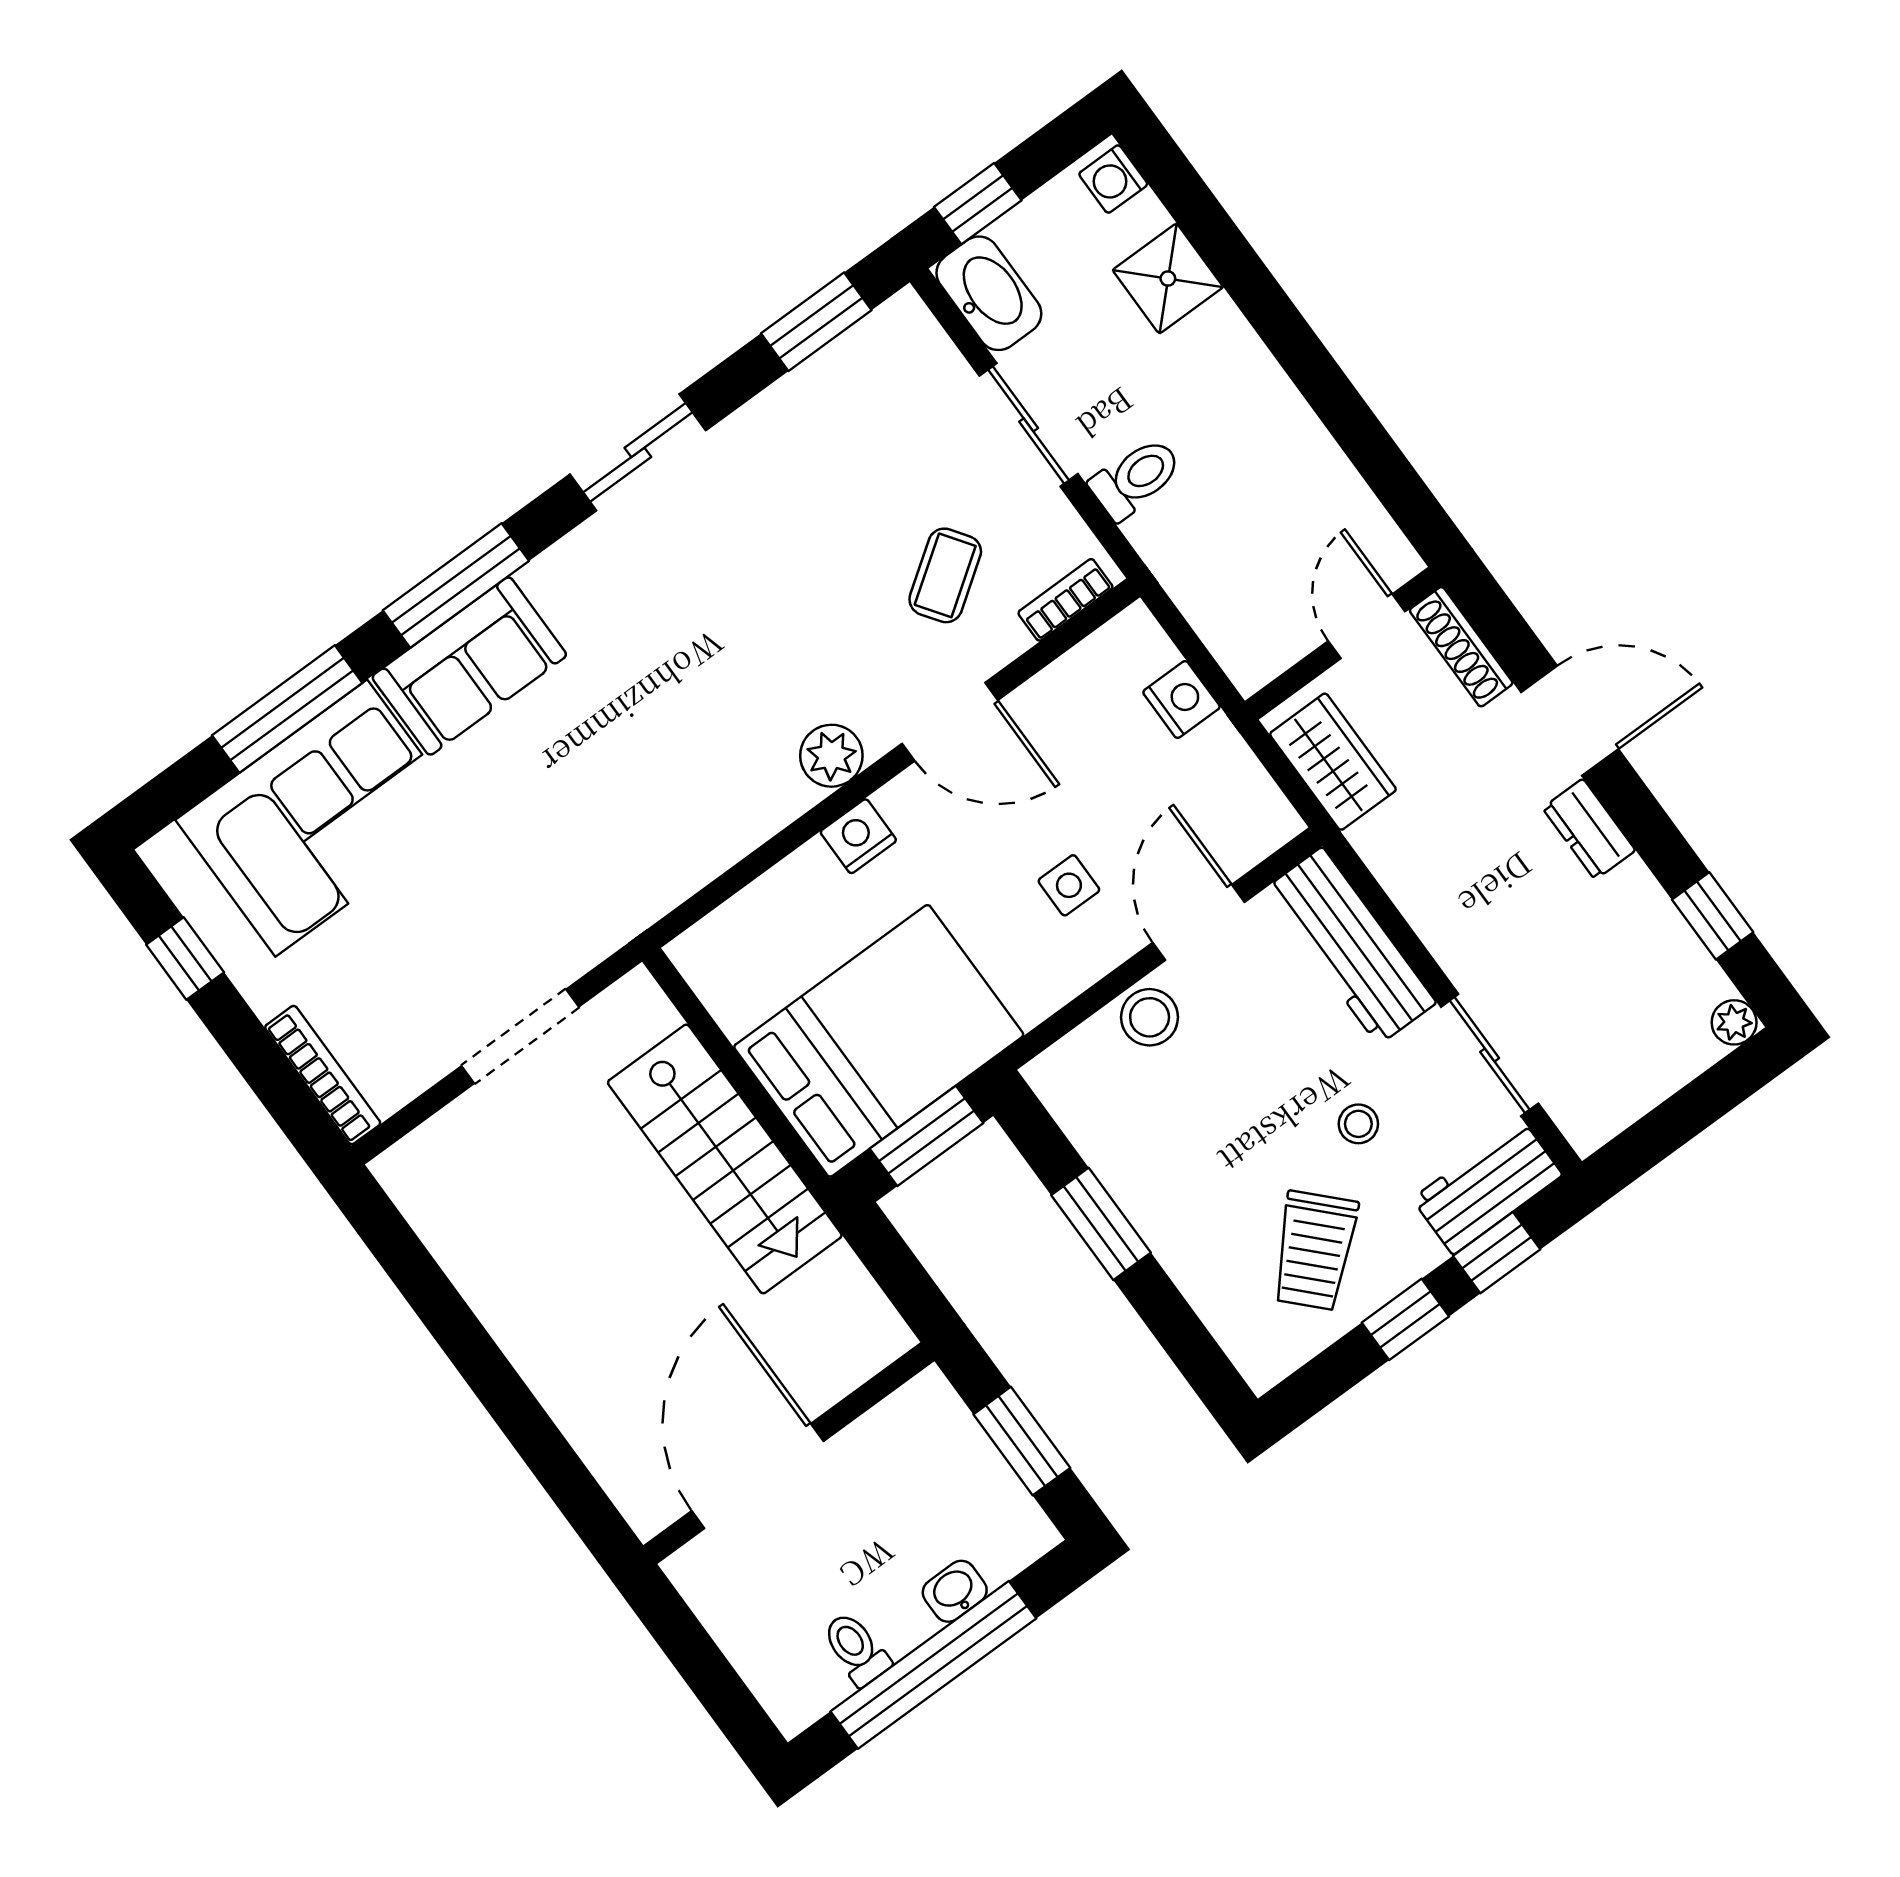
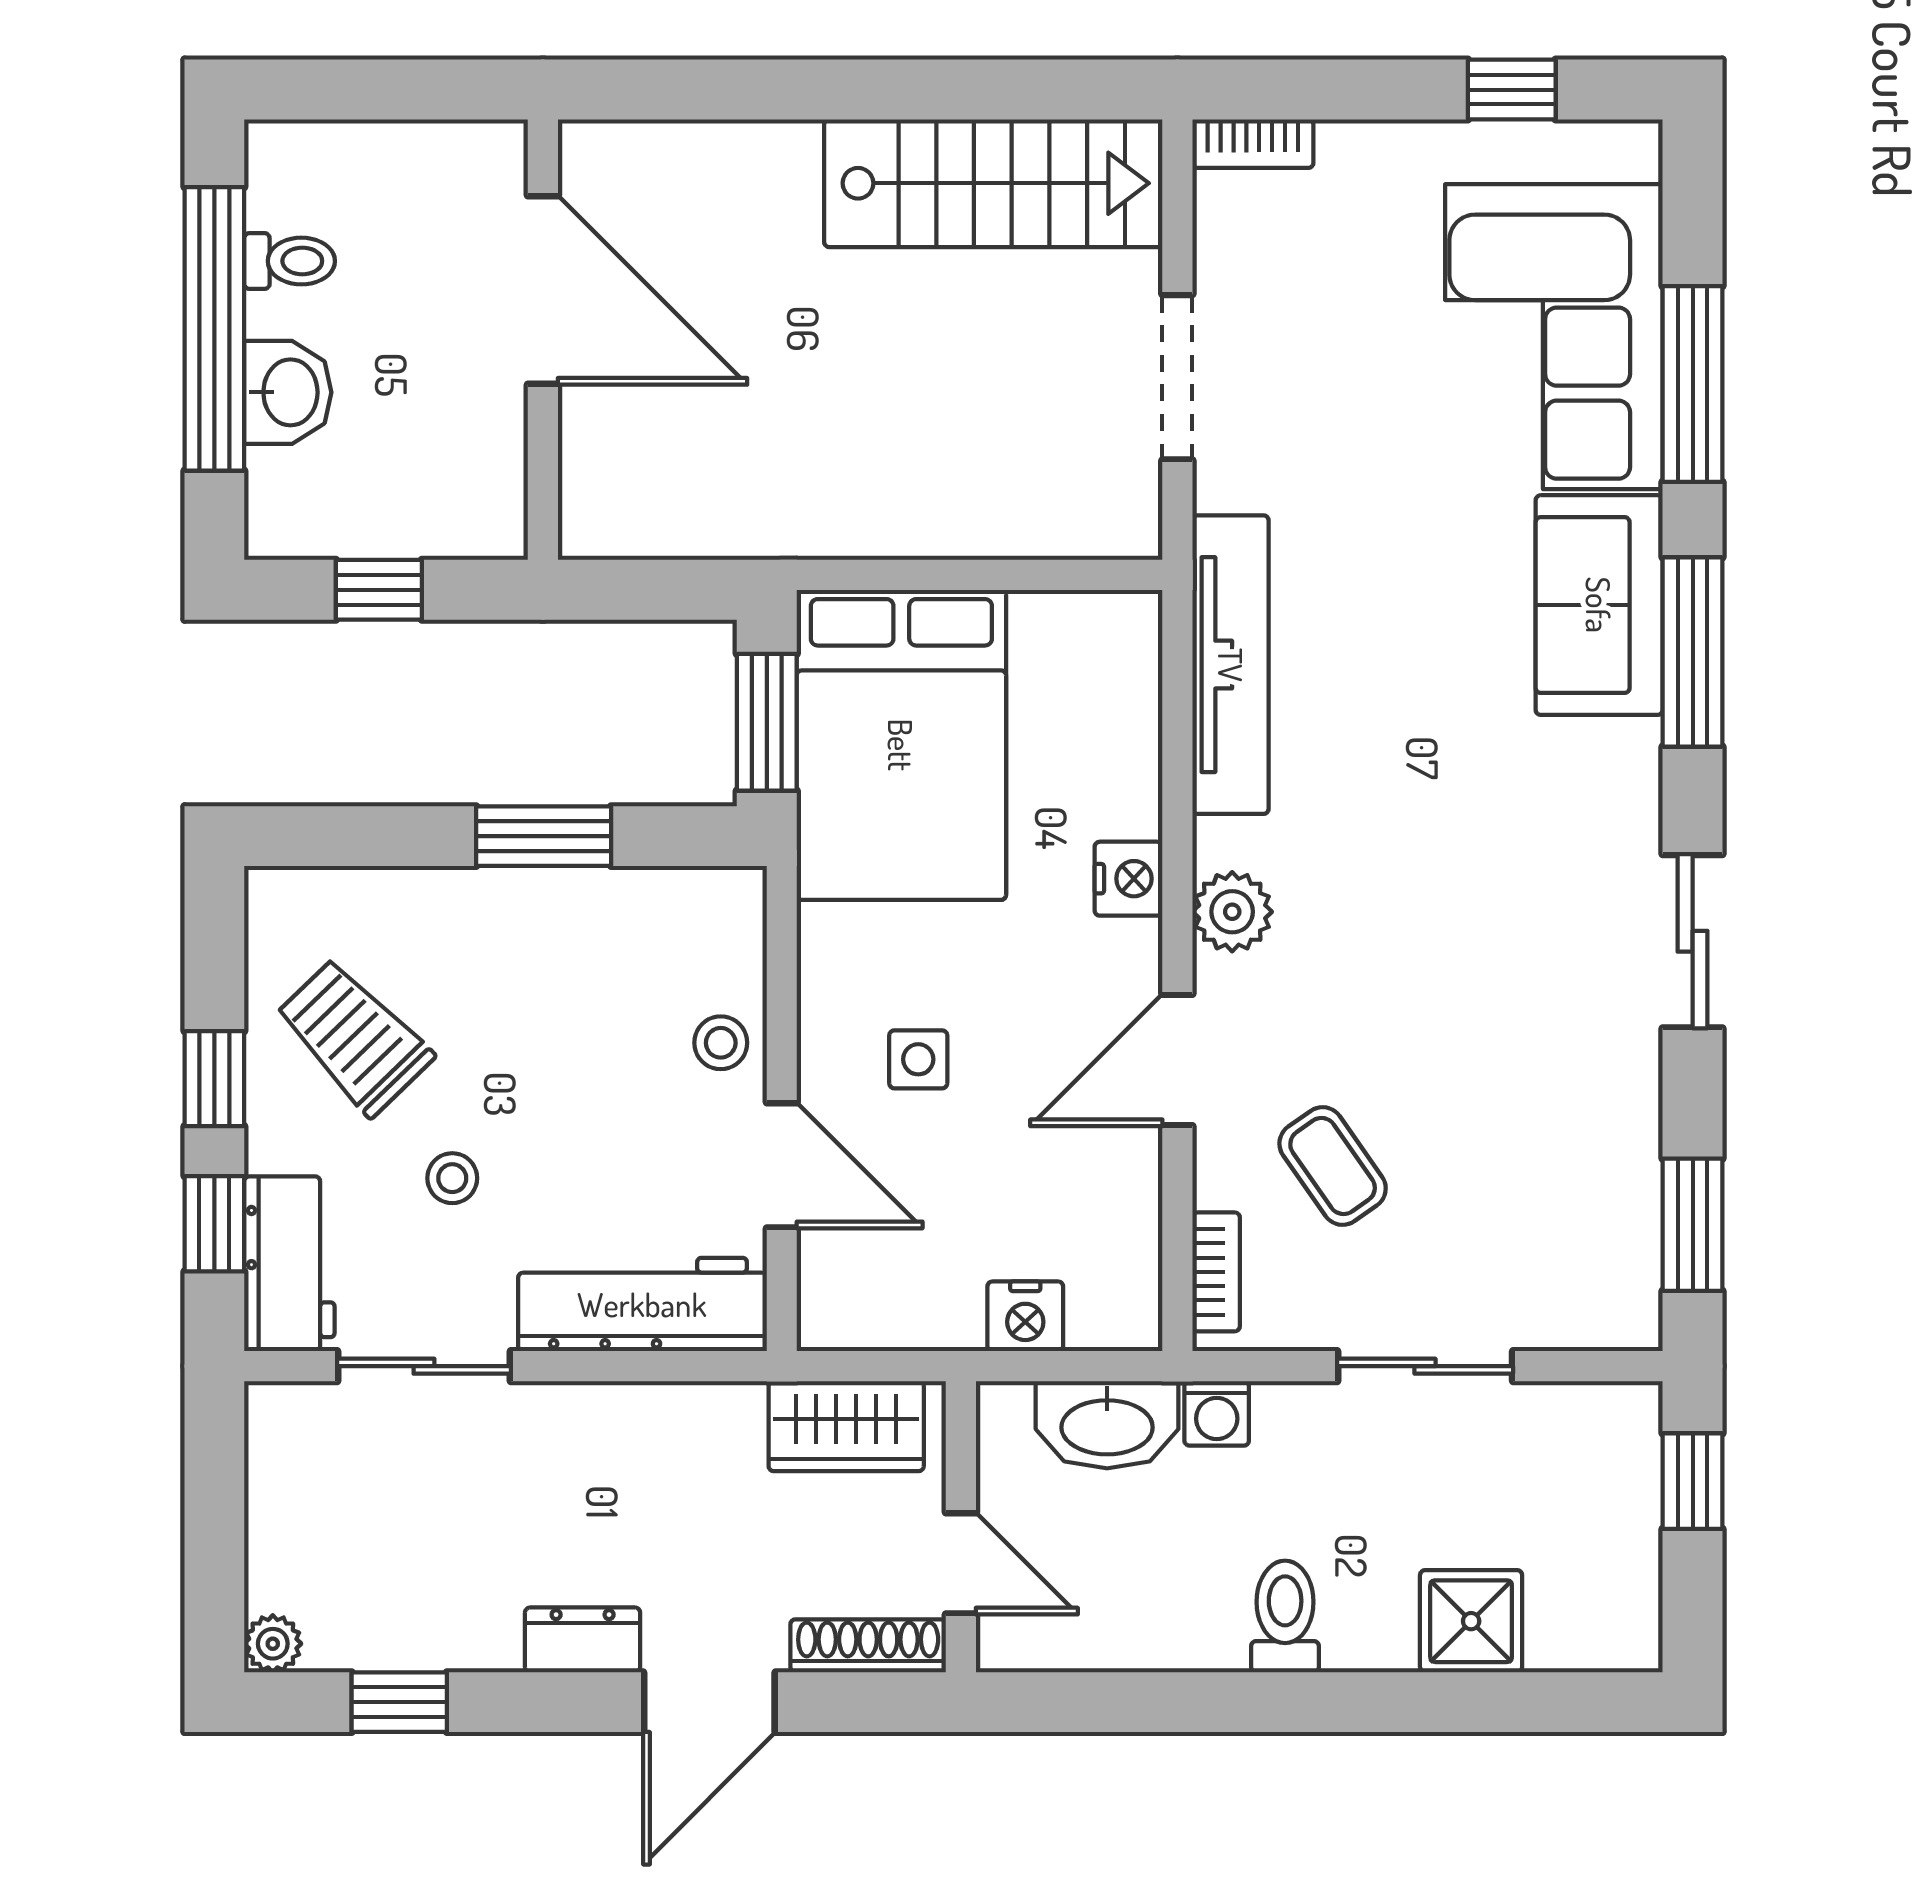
washing machine: (1113, 179) -> (1217, 1413), moved, turned 180
washbasin: (989, 293) -> (1107, 1425), moved
toilet: (1136, 478) -> (1285, 1616), moved, turned 180
tv unit: (677, 871) -> (1231, 665), added
stool: (1150, 1017) -> (721, 1043), width x0.73, depth x0.73
bookcase: (323, 1075) -> (1253, 144), width x0.64
stairs: (725, 1159) -> (993, 183), moved, turned 180
window: (1022, 1441) -> (379, 590), width x0.67
washbasin: (955, 1591) -> (288, 392), width x1.38, depth x1.45

